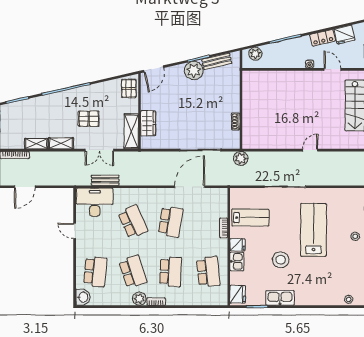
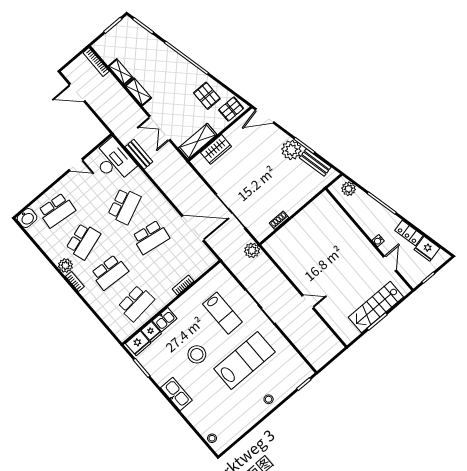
pallet: (89, 119) -> (207, 96), moved
lab bench: (250, 218) -> (222, 313), moved
door: (75, 231) -> (76, 165), swing flipped
fridge: (237, 245) -> (151, 332), moved
kitchen sink: (280, 298) -> (176, 394), moved

